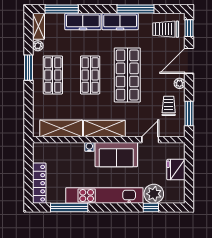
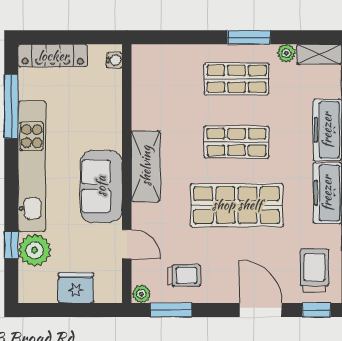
plant: (180, 83) -> (141, 294), moved
shelving: (61, 128) -> (146, 93), removed
water cooler: (89, 147) -> (114, 60), moved

